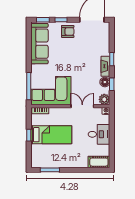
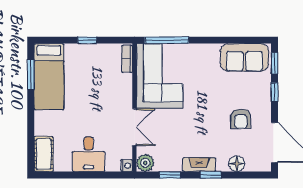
armchair: (68, 31) -> (241, 119), moved
sofa: (39, 44) -> (245, 57), width x0.73
floor lamp: (105, 82) -> (237, 164), moved
bed: (51, 135) -> (49, 77), moved

